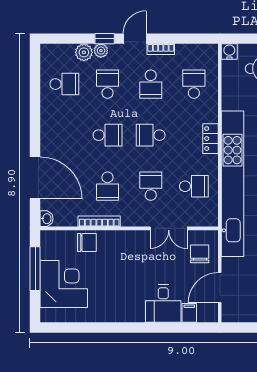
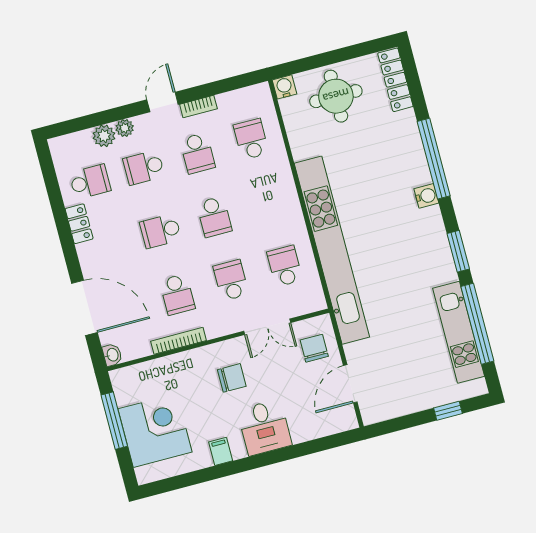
window: (105, 39) -> (125, 112), removed
school desk: (107, 84) -> (144, 168), turned -90
school desk: (107, 135) -> (161, 231), turned 180
school desk: (151, 135) -> (214, 217), turned -90
locker: (211, 139) -> (79, 224), moved, turned 180
school desk: (194, 186) -> (285, 266), turned -90
chair: (87, 243) -> (232, 378), moved
desk: (163, 304) -> (264, 427), moved
filing cabinet: (189, 313) -> (221, 451), moved

